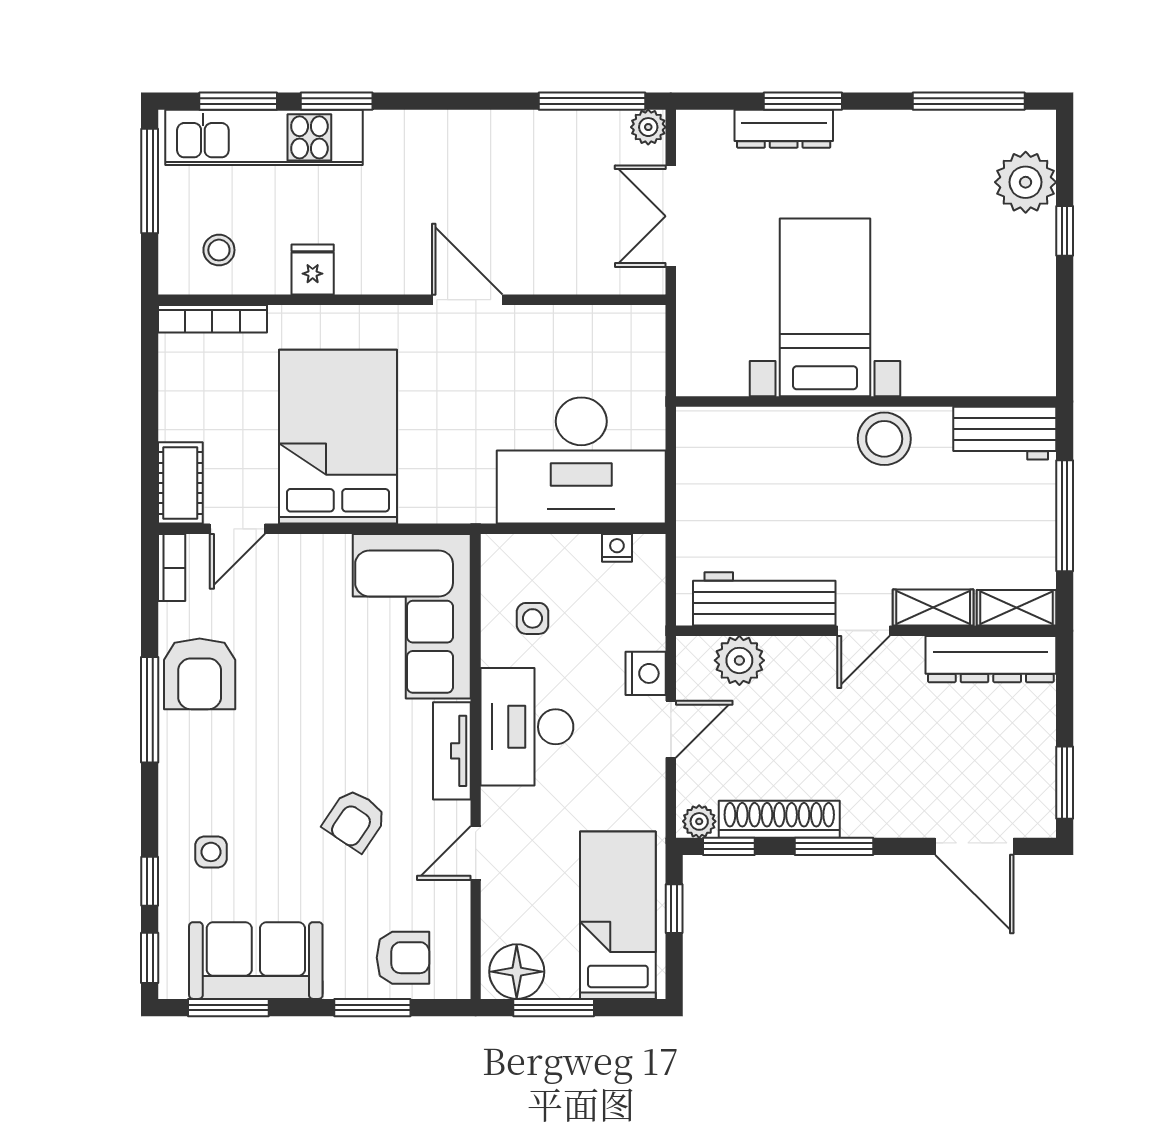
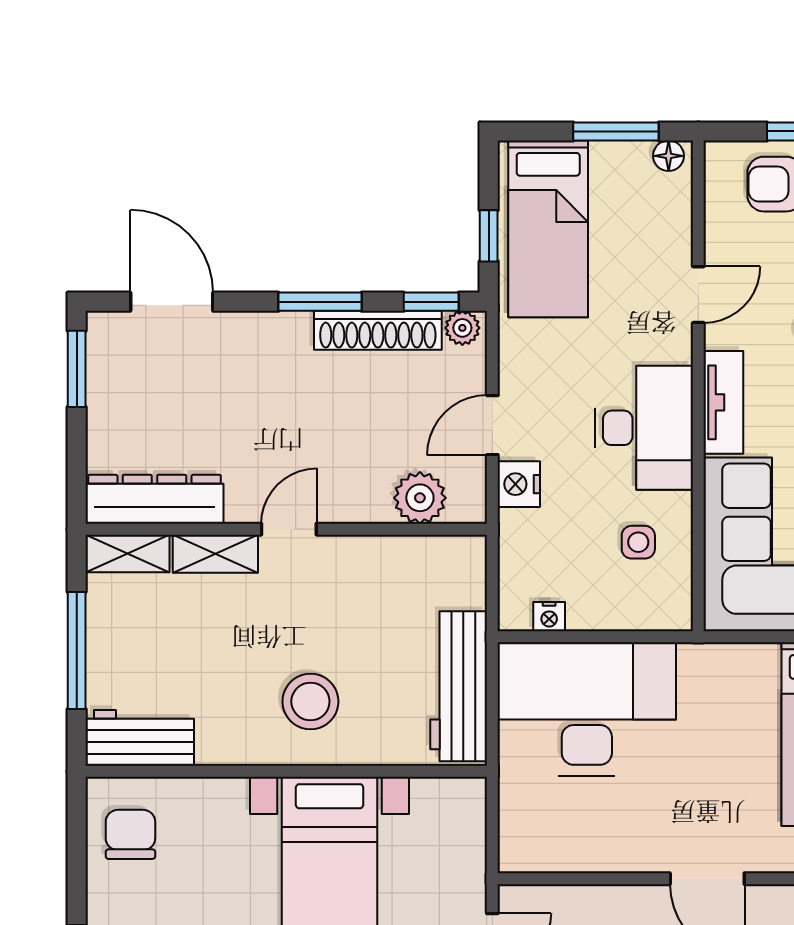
chair: (1014, 342) -> (130, 834), added
stool: (884, 439) -> (310, 702), moved
workbench: (764, 599) -> (459, 686), moved, turned 90
floor lamp: (517, 972) -> (669, 156), width x0.53, depth x0.53

